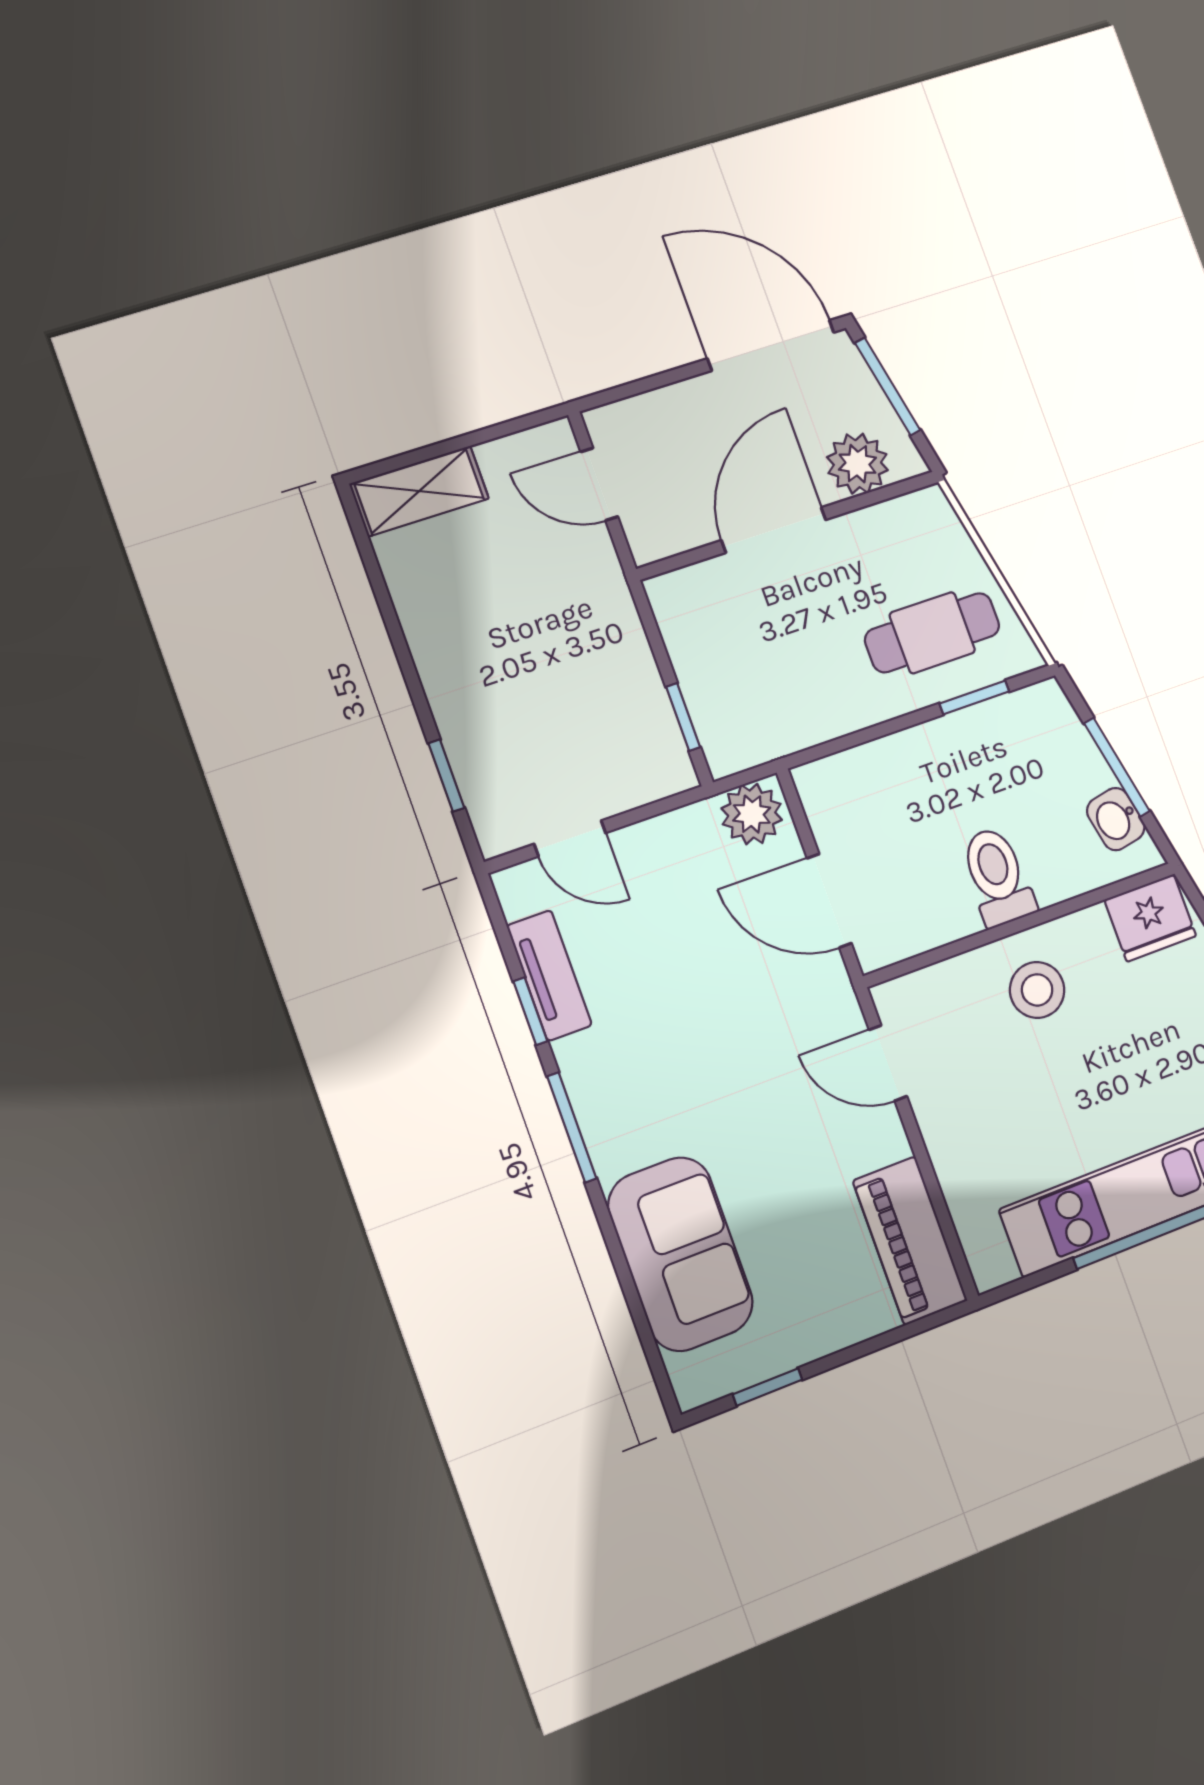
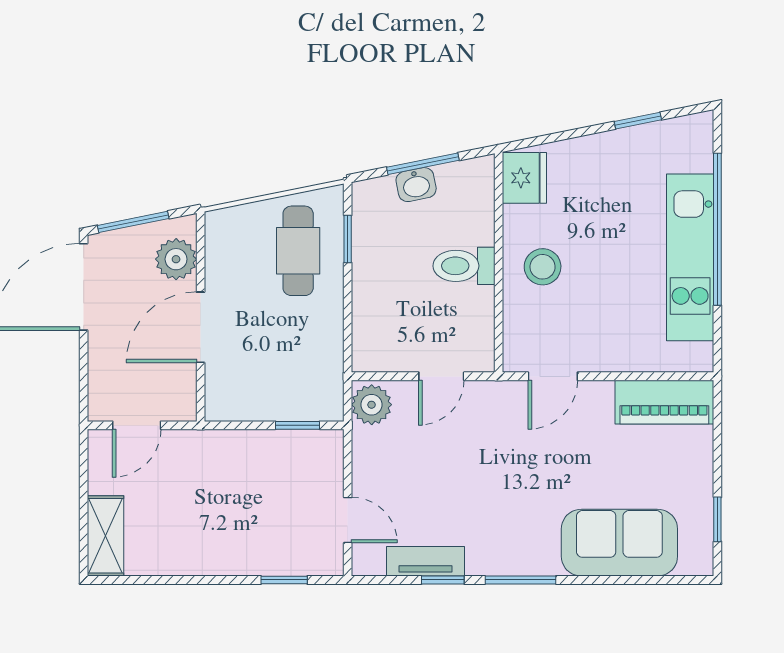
door: (774, 530) -> (201, 327), hinge flipped
washbasin: (1116, 819) -> (416, 185), moved
door: (570, 838) -> (348, 520), hinge flipped
door: (829, 901) -> (441, 376), width x0.73

